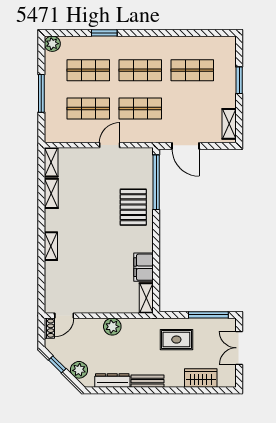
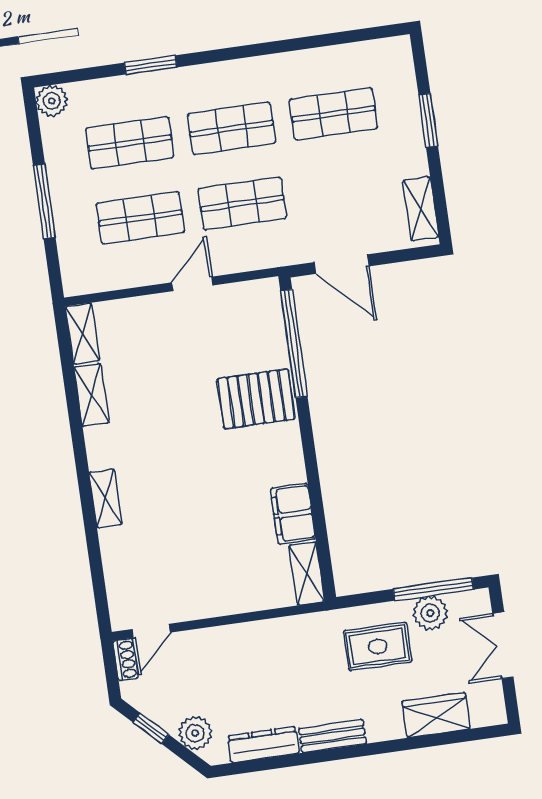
pallet: (133, 207) -> (256, 399), turned 90
plant: (112, 327) -> (430, 613), moved

